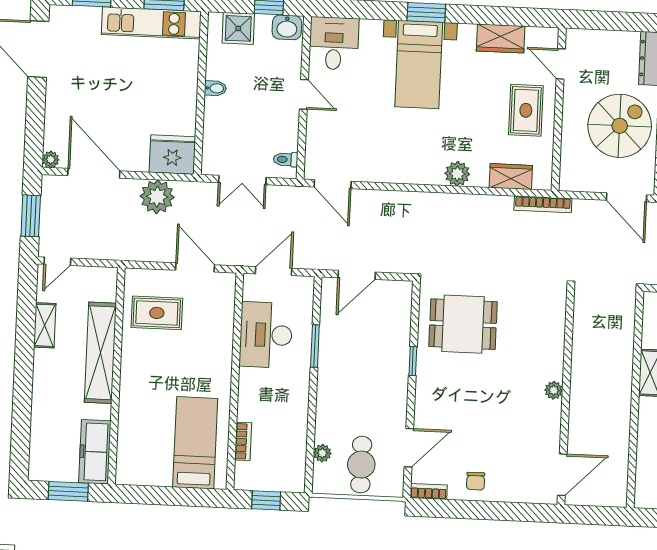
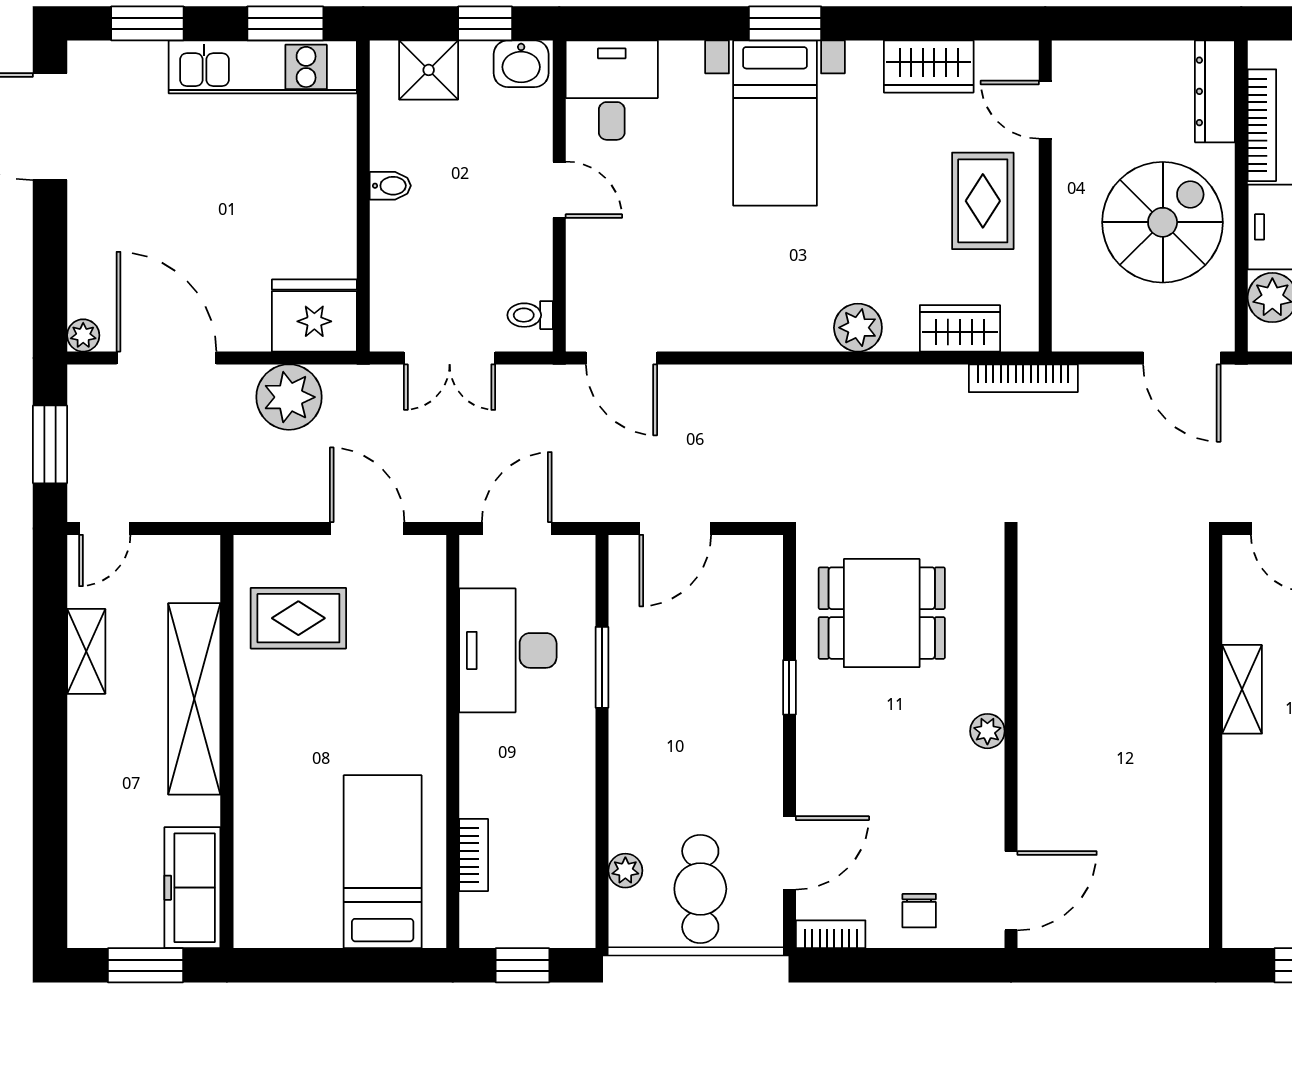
plant: (554, 390) -> (987, 731), moved
wall: (566, 396) -> (1011, 742), moved
door: (562, 475) -> (1011, 891), moved

